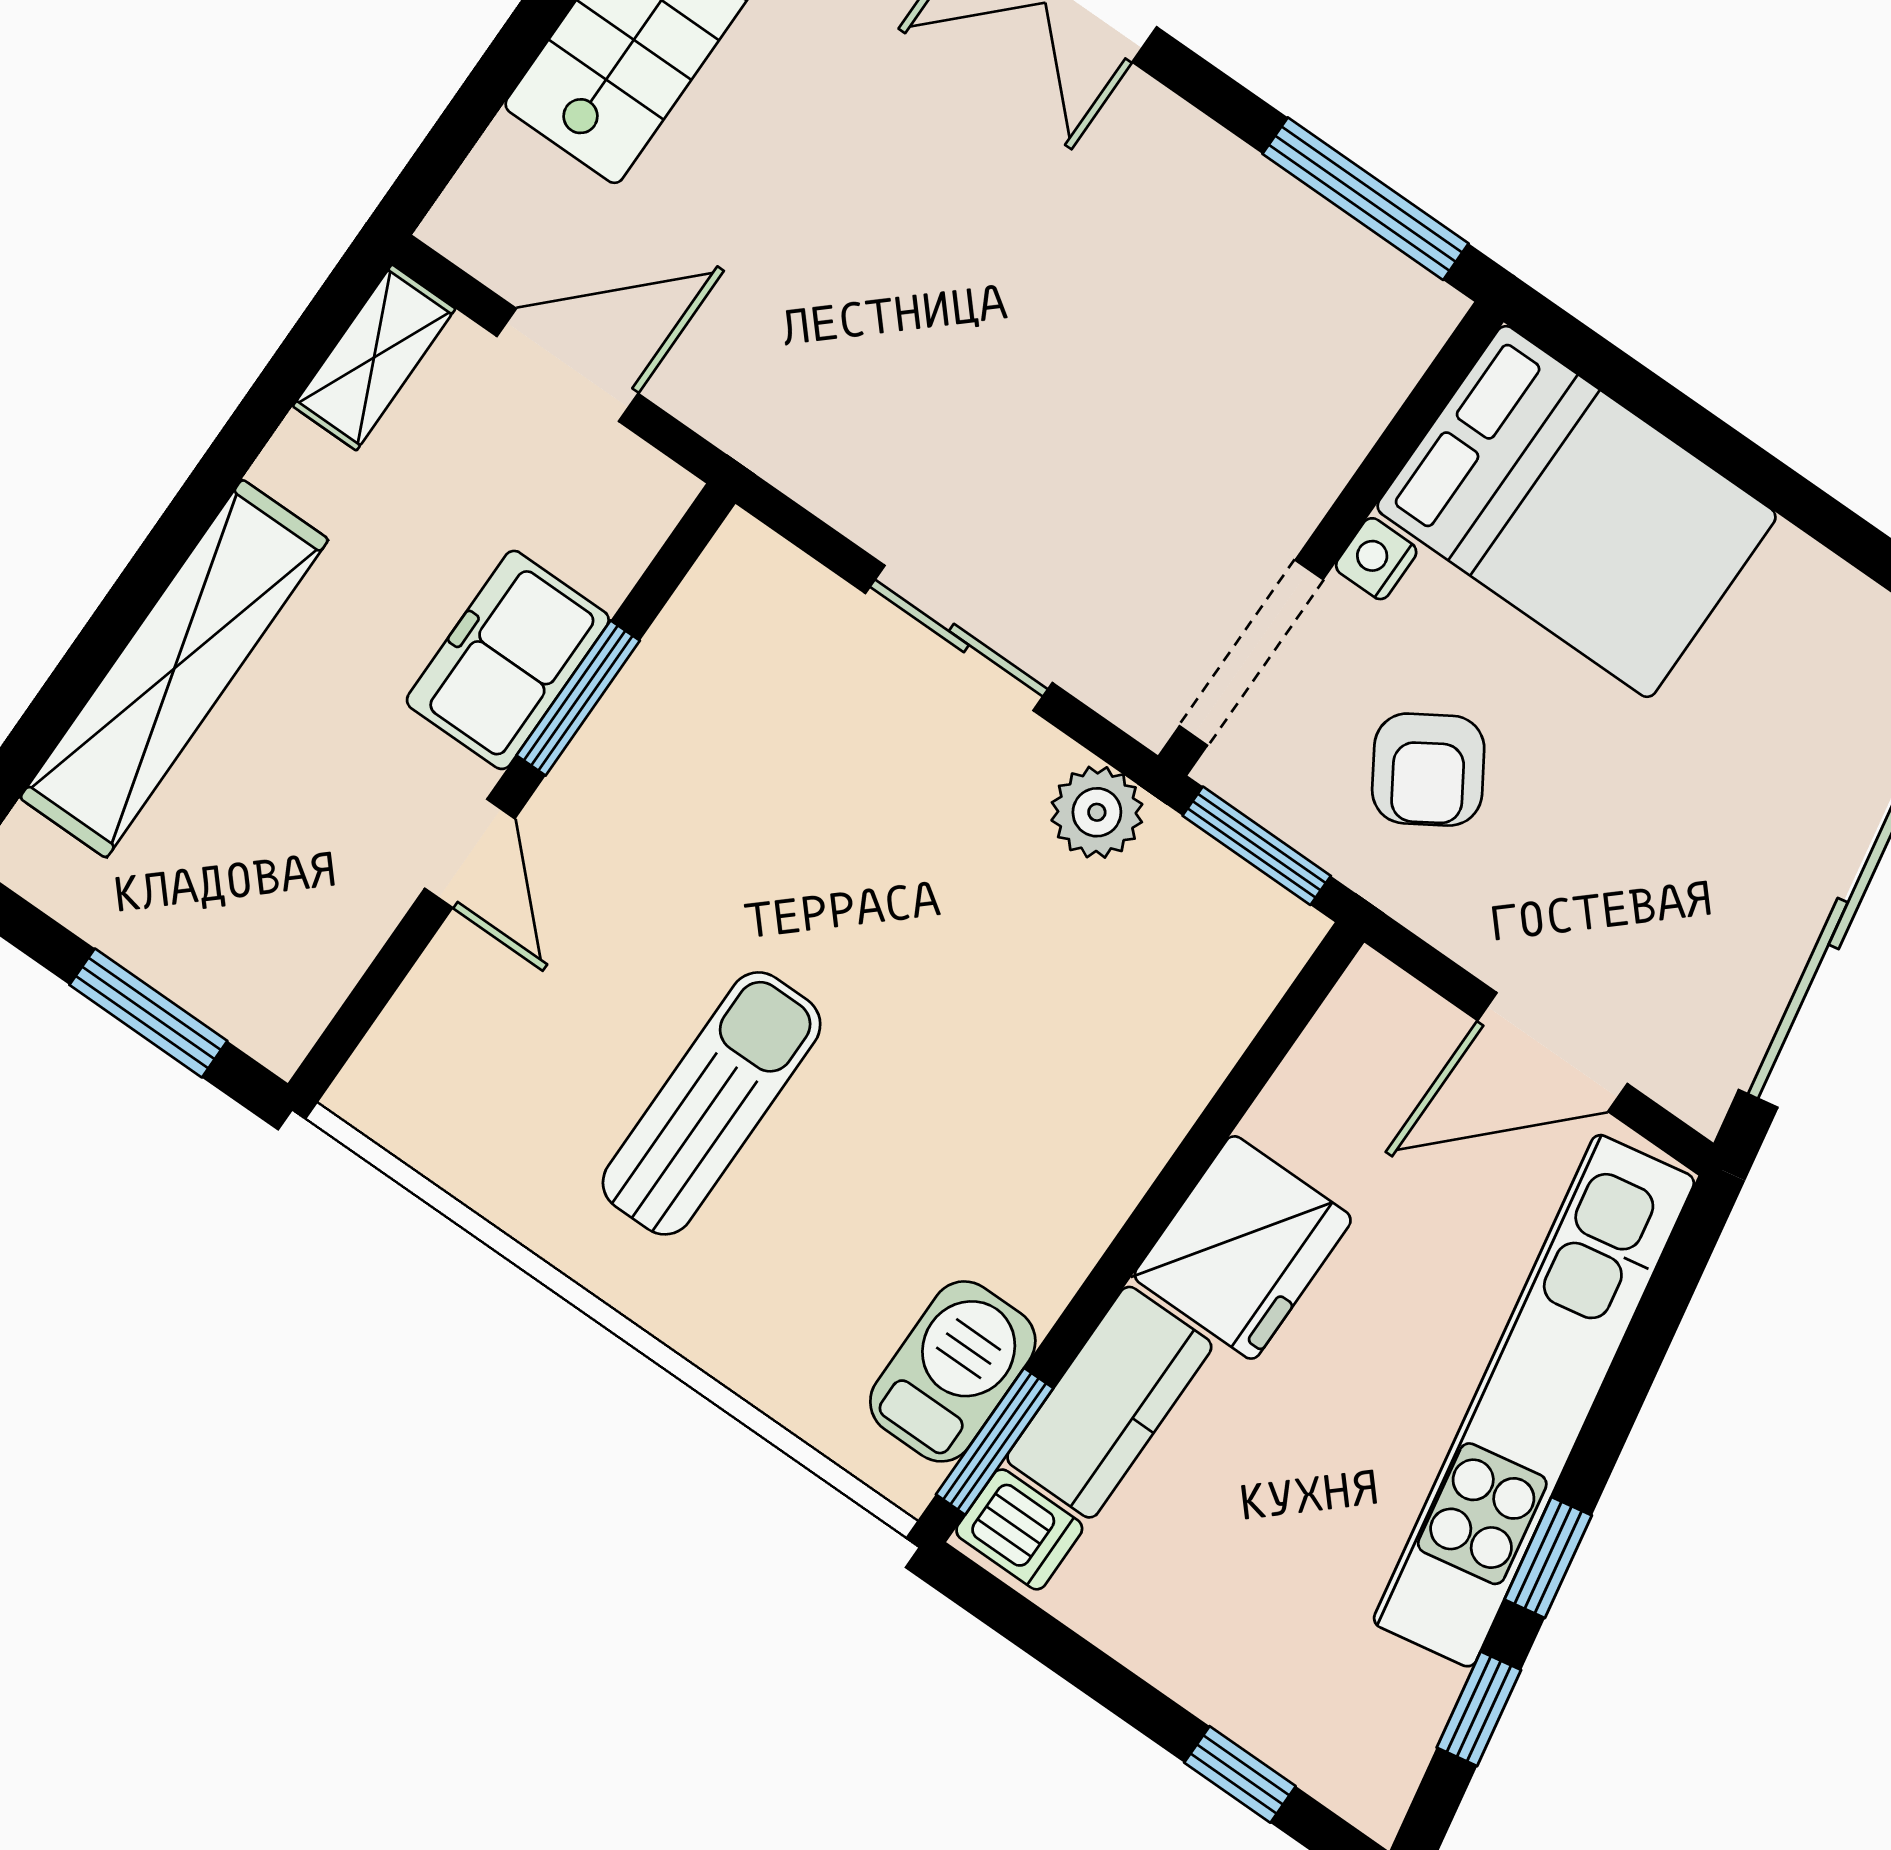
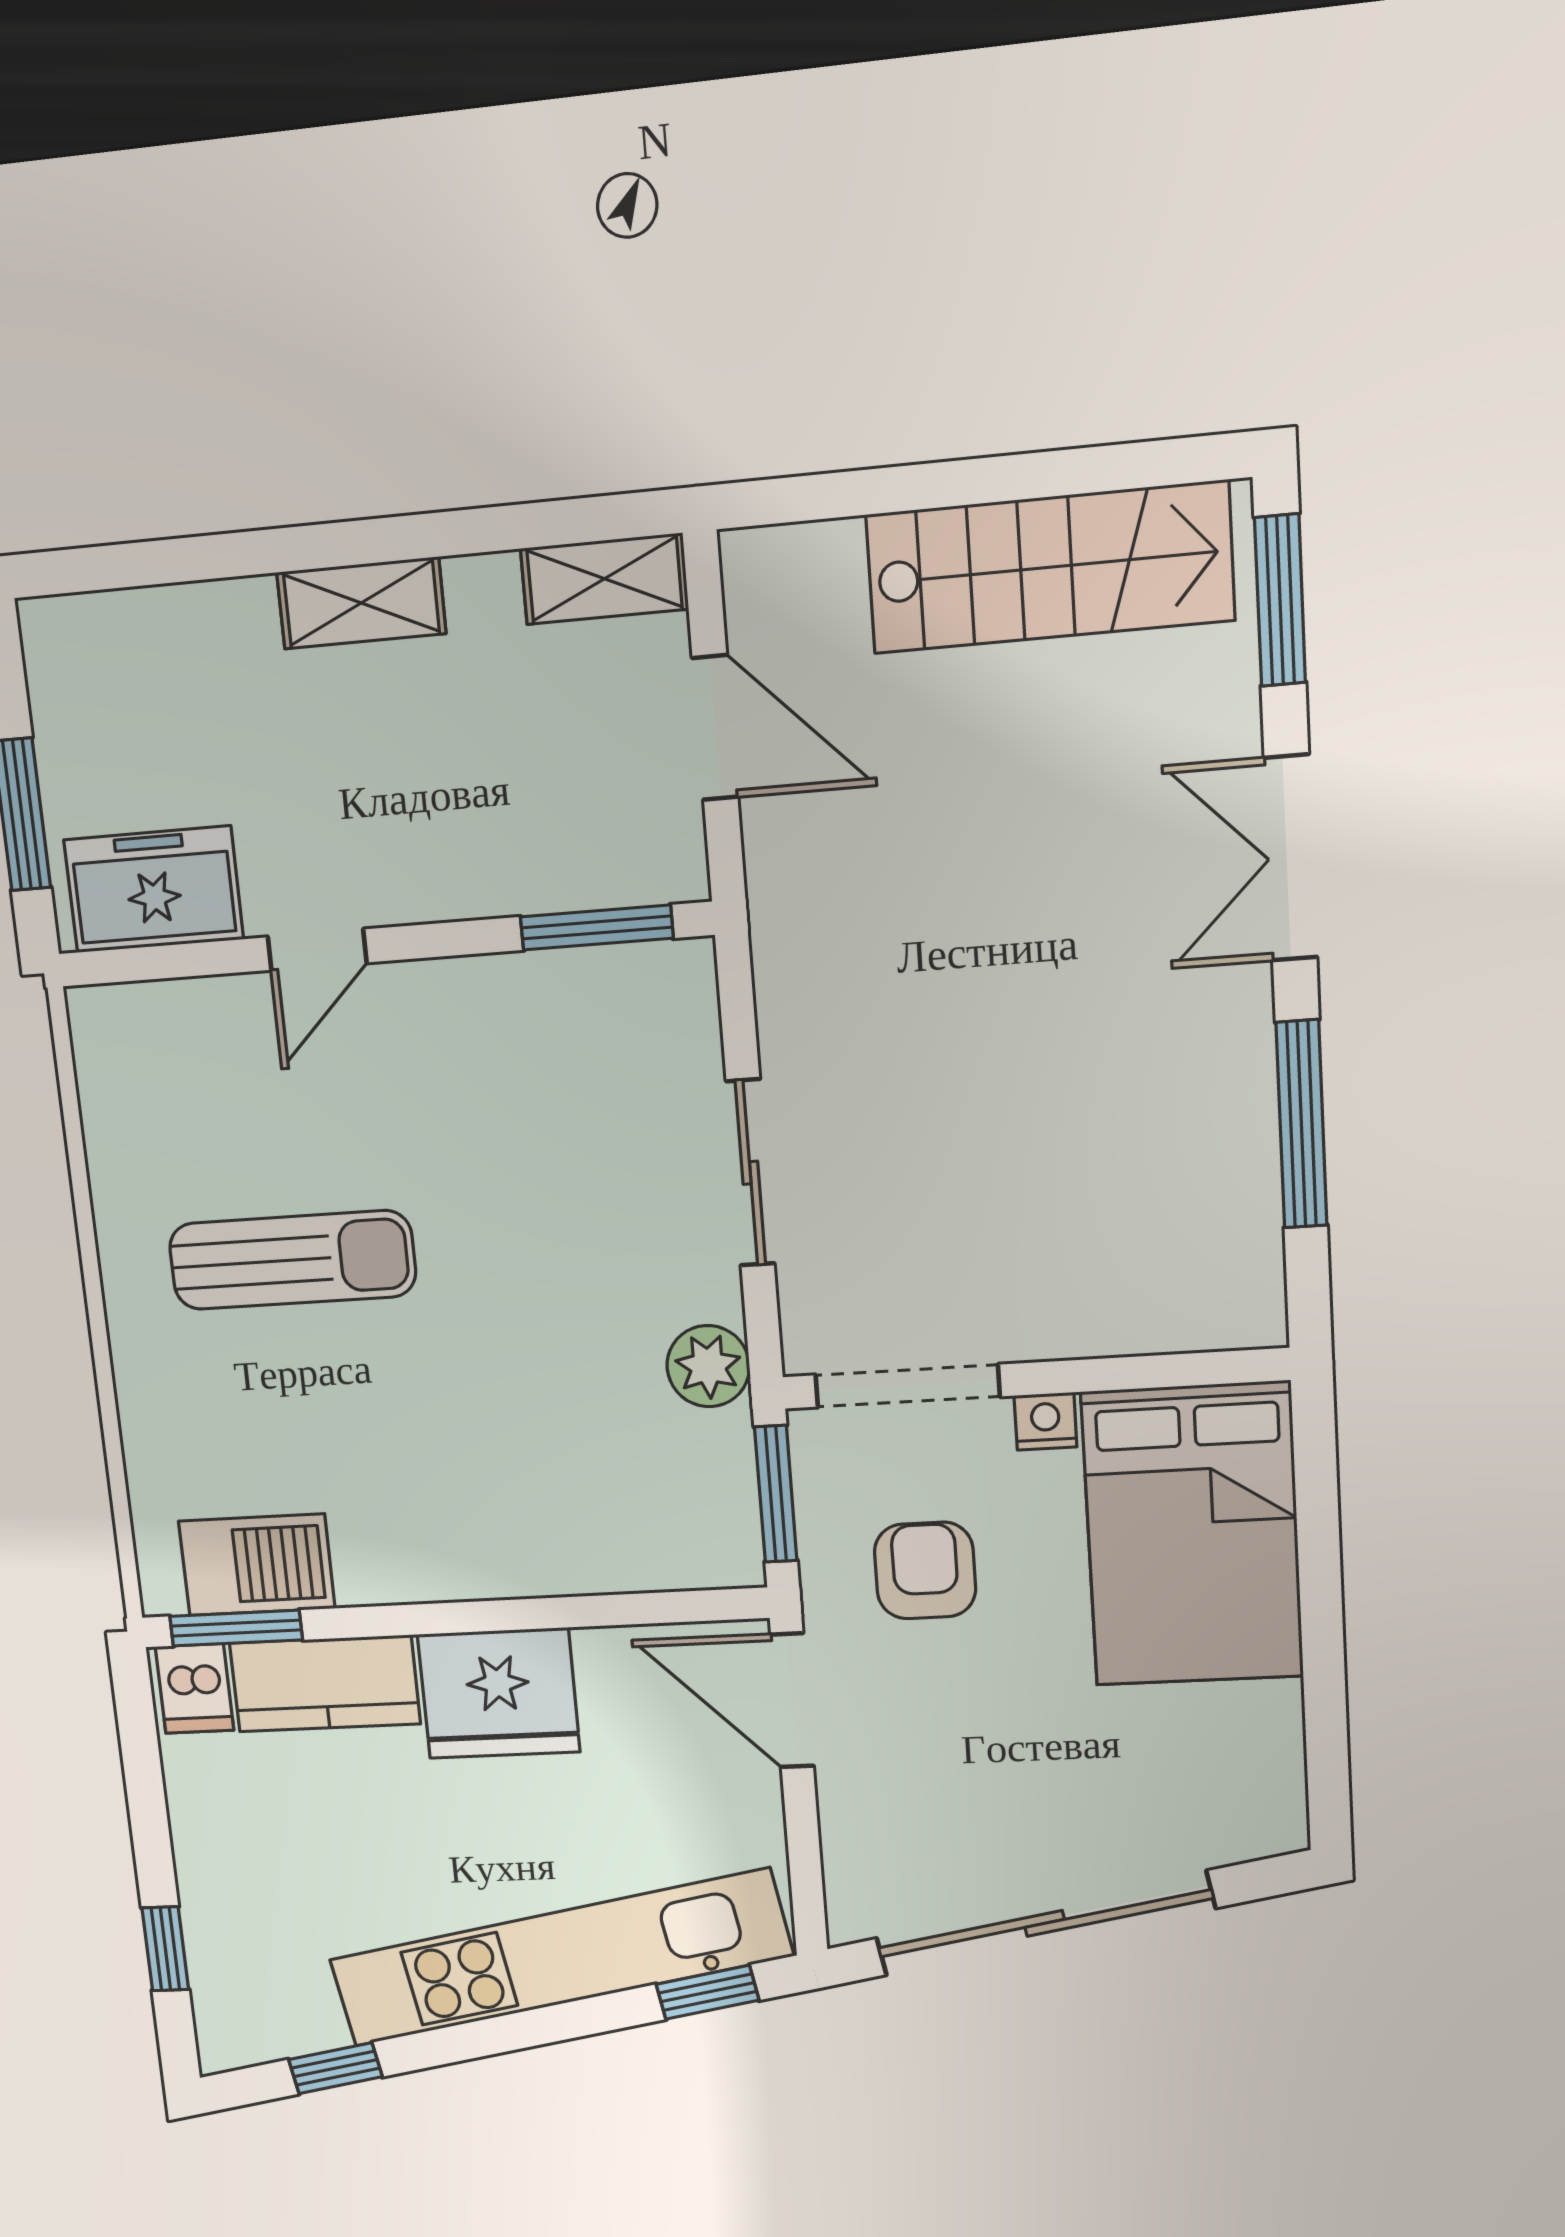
window: (1365, 199) -> (1301, 1124), moved
freezer: (508, 660) -> (154, 889), moved
shelving: (174, 669) -> (361, 603), width x0.45, depth x0.75
window: (578, 698) -> (597, 927), moved
armchair: (1428, 770) -> (925, 1570), turned 122
door: (1552, 1052) -> (792, 1700), moved
window: (1548, 1558) -> (707, 1992), moved

